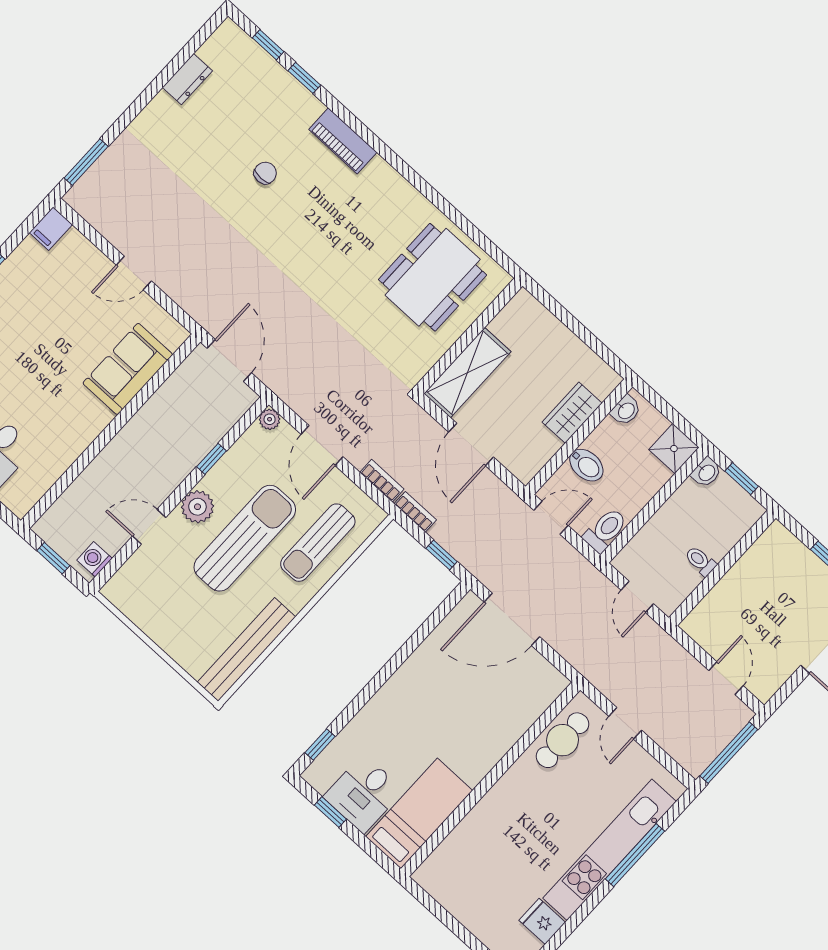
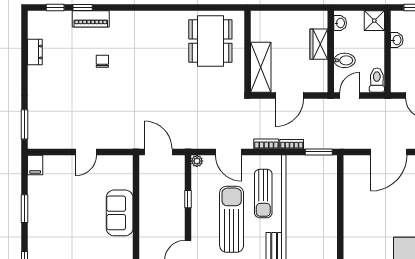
piano: (343, 141) -> (91, 19), moved
sofa: (128, 369) -> (120, 213), moved
door: (471, 445) -> (289, 95), hinge flipped
washbasin: (706, 472) -> (397, 40), moved
plant: (197, 507) -> (200, 224), removed
window: (442, 555) -> (319, 152), width x1.50
door: (512, 619) -> (389, 152), moved

